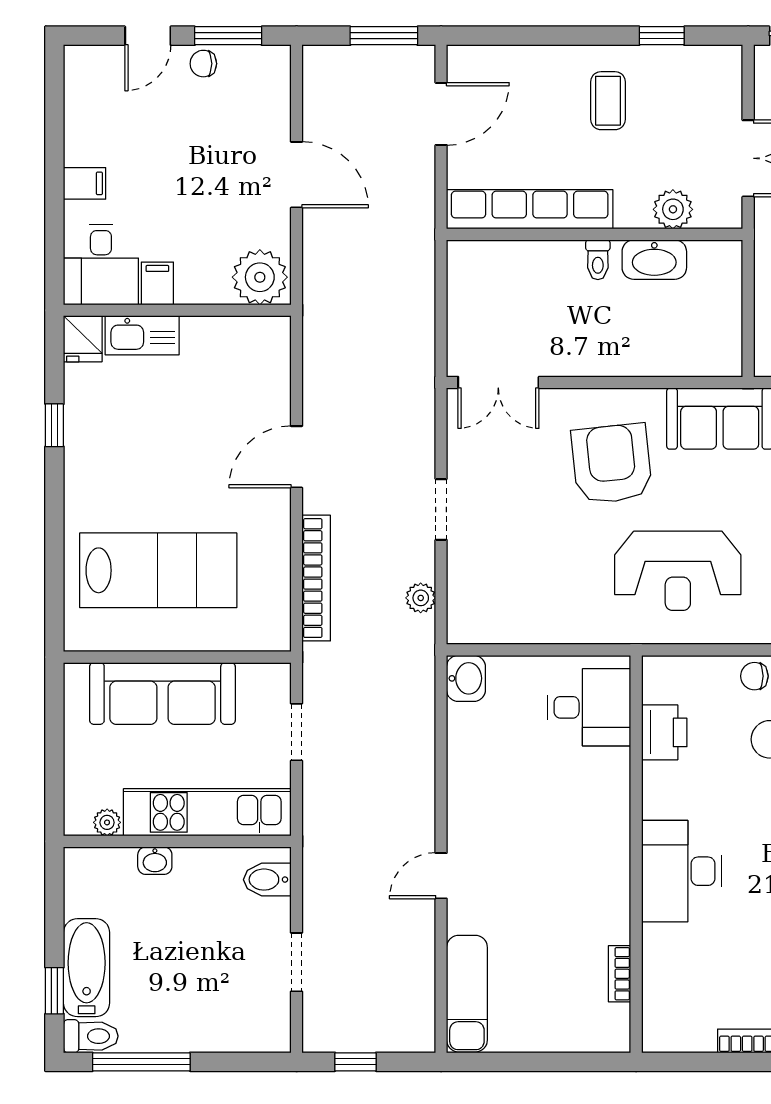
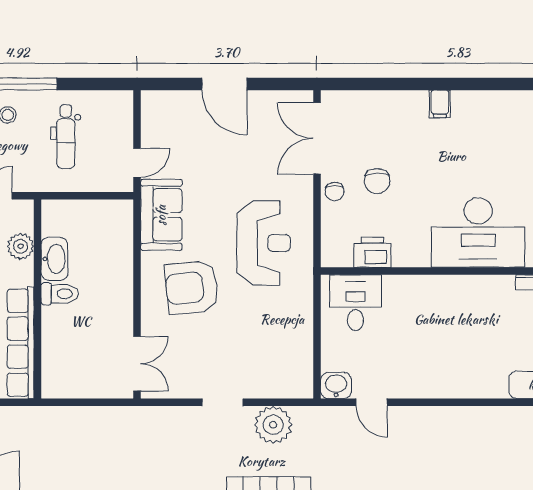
toilet: (598, 260) -> (60, 294), width x1.37, depth x1.39
plant: (421, 598) -> (273, 425), width x1.88, depth x1.88
desk: (681, 871) -> (478, 233), width x1.36, depth x1.30
door: (441, 876) -> (372, 402), moved

